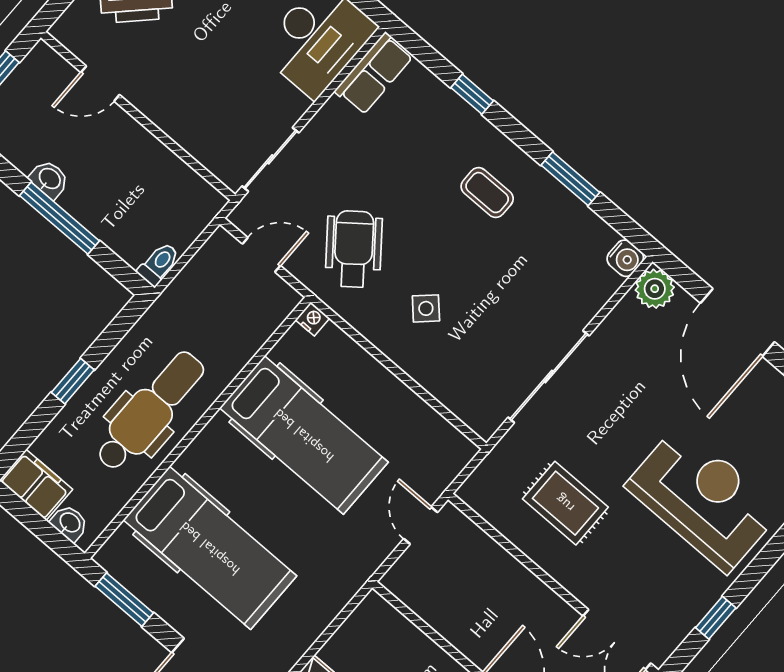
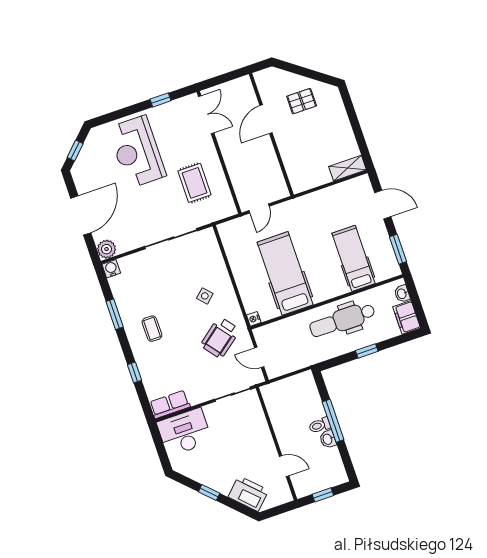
toilet: (159, 264) -> (320, 425), moved
hospital bed: (210, 548) -> (354, 258), width x0.73, depth x0.78

